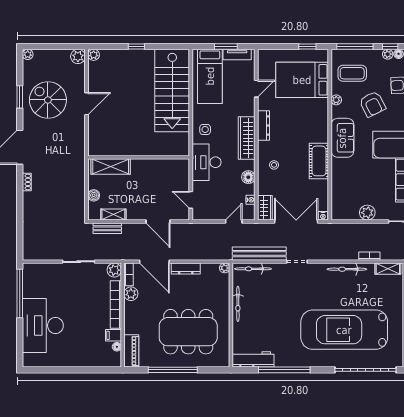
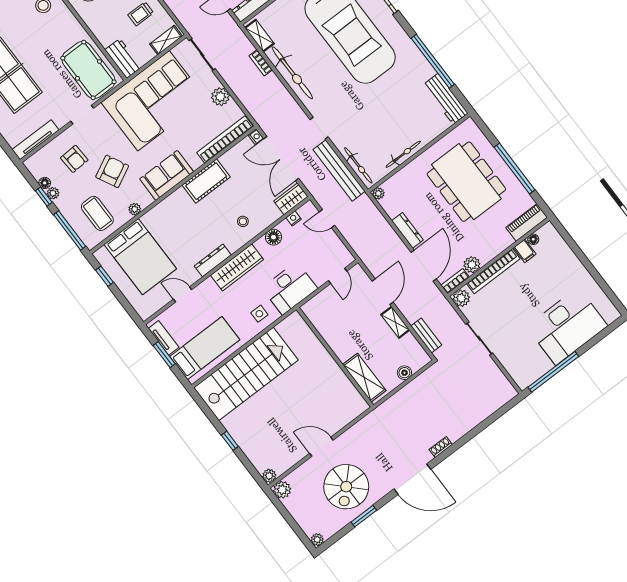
bookcase: (337, 194) -> (225, 139), added
shelving: (113, 215) -> (395, 322), moved
bicycle: (347, 269) -> (292, 73), width x1.37, depth x1.40

